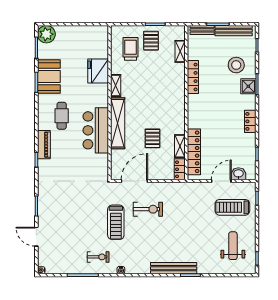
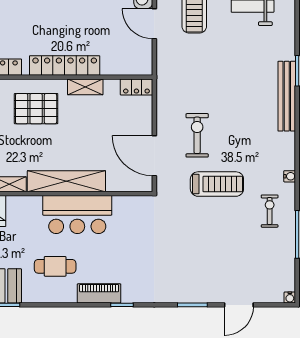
pallet: (153, 138) -> (36, 109), moved, width x1.50, depth x1.42
shelving: (180, 146) -> (85, 87), moved
locker: (194, 152) -> (65, 65), moved

